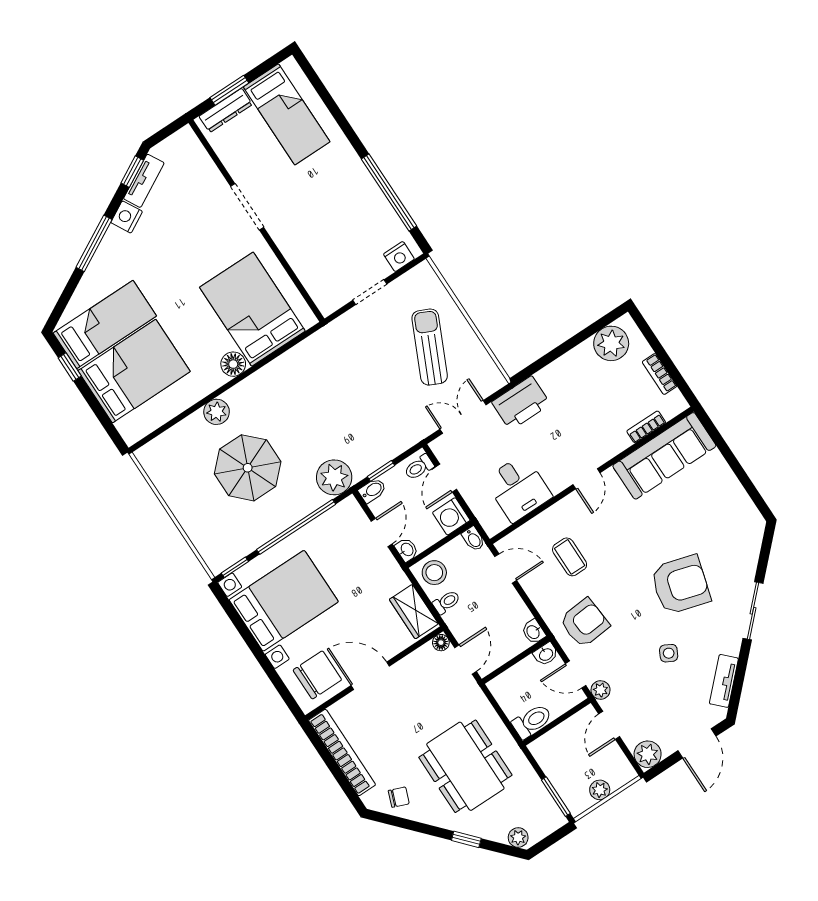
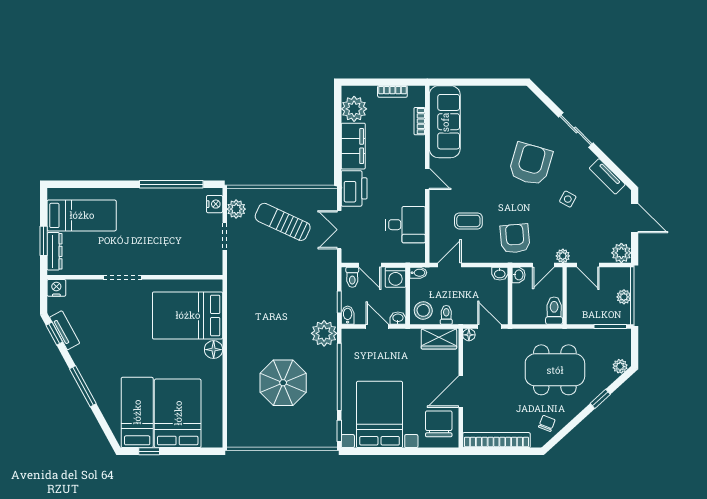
nightstand: (127, 217) -> (56, 288), moved, turned 119
filing cabinet: (568, 370) -> (353, 146), added
plant: (217, 412) -> (236, 209), moved

